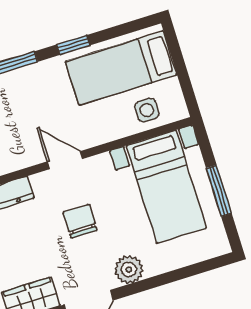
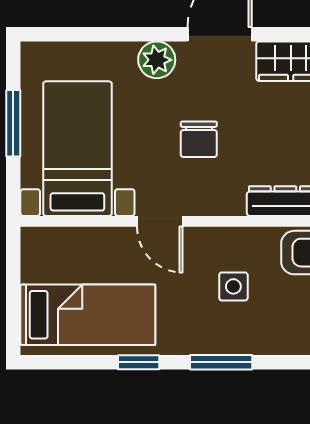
side table: (147, 110) -> (233, 286), moved
door: (65, 160) -> (160, 221), moved

